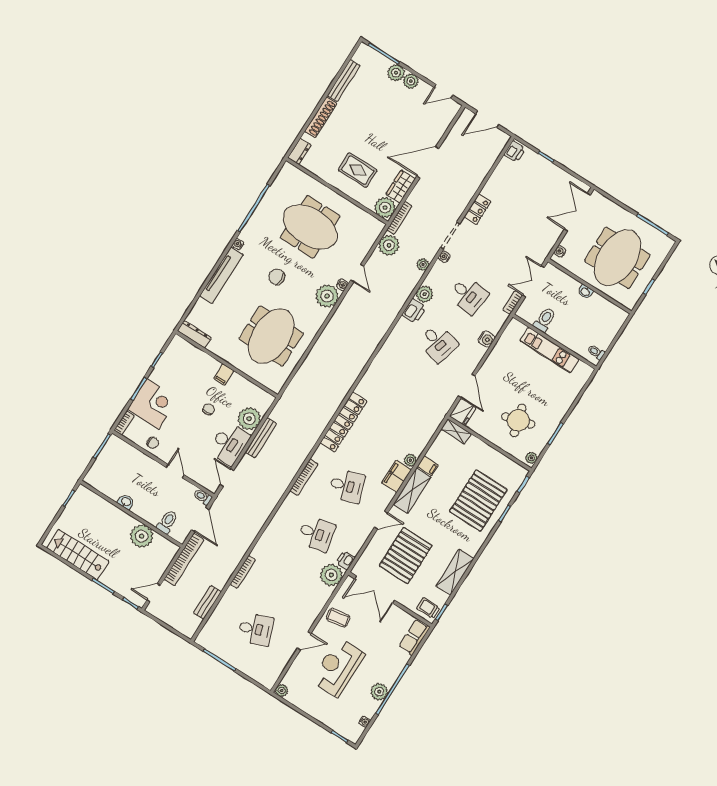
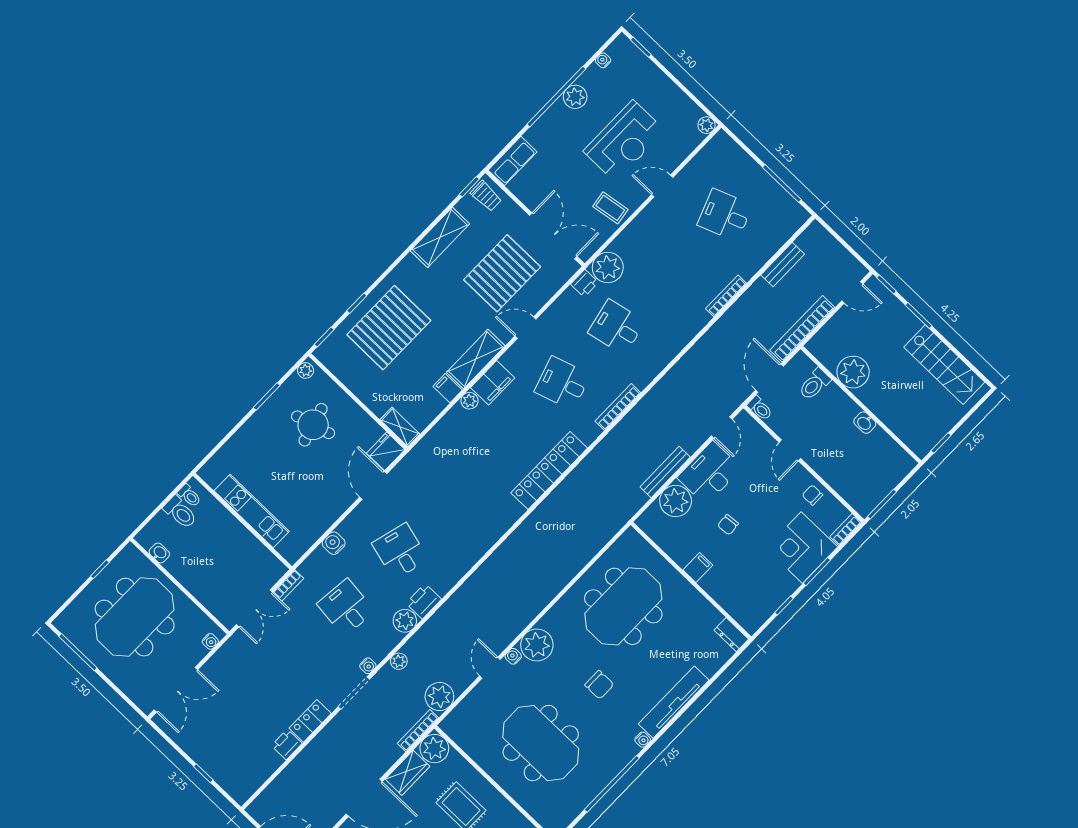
printer: (515, 152) -> (287, 744), moved
washbasin: (585, 292) -> (159, 553), moved
toilet: (545, 320) -> (180, 512), moved, turned -90
dresser: (194, 334) -> (731, 635), width x0.70

